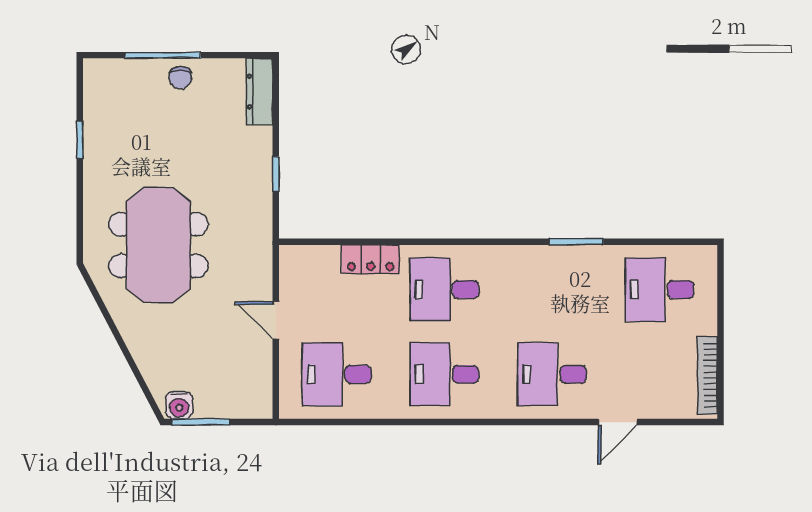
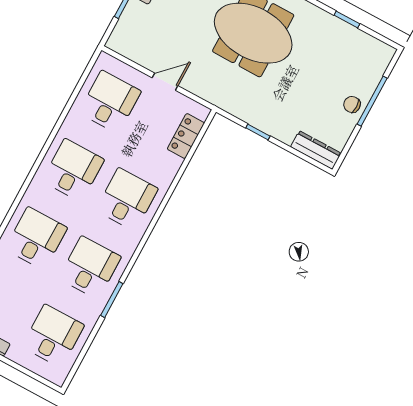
locker: (371, 259) -> (186, 136), moved
desk: (552, 290) -> (90, 268), added

